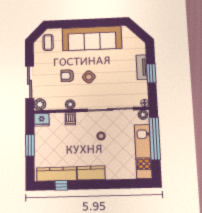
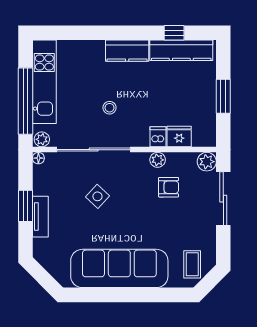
armchair: (67, 76) -> (169, 187), moved
side table: (89, 77) -> (97, 196), moved
fridge: (42, 120) -> (179, 137), moved

